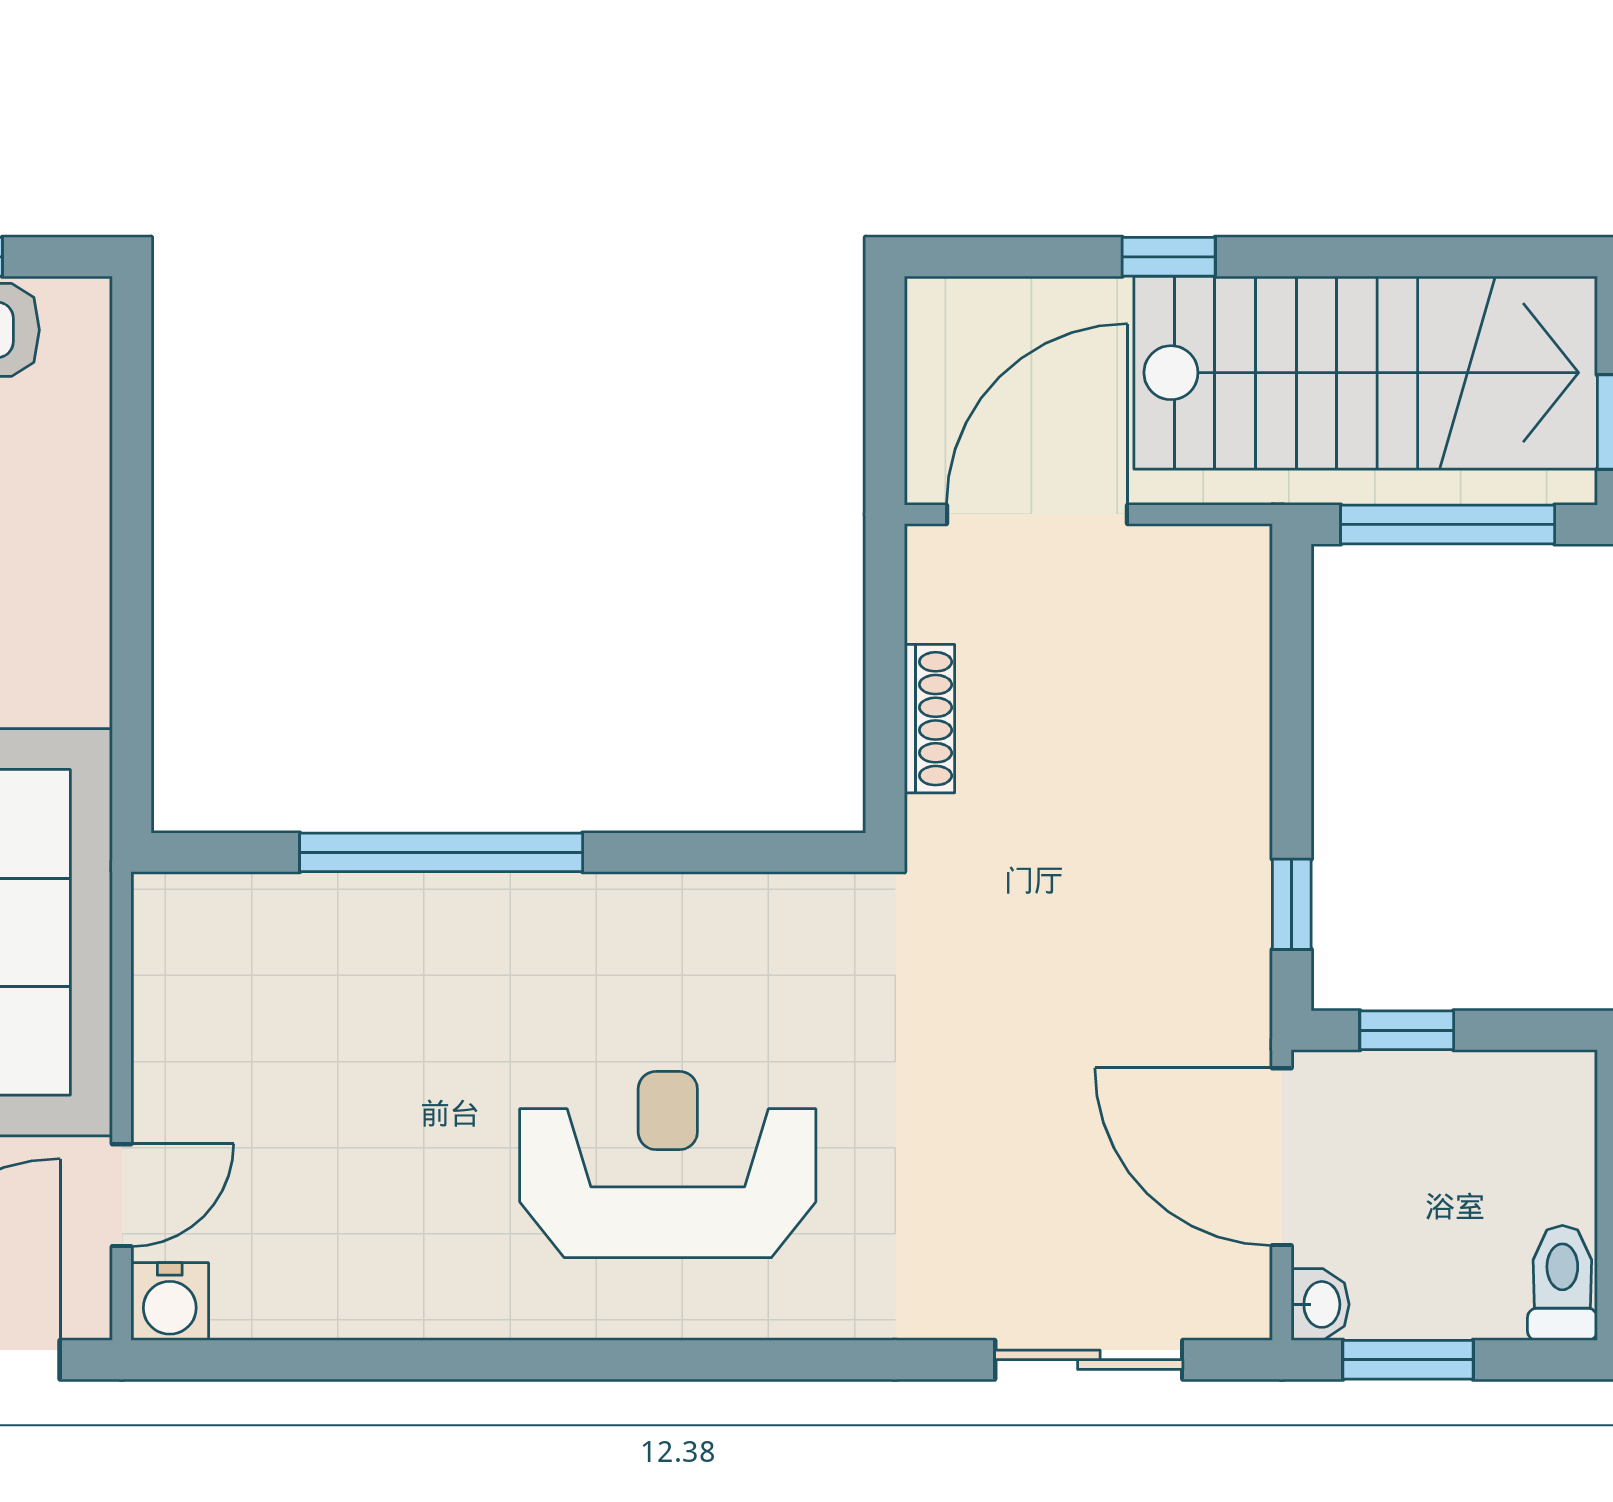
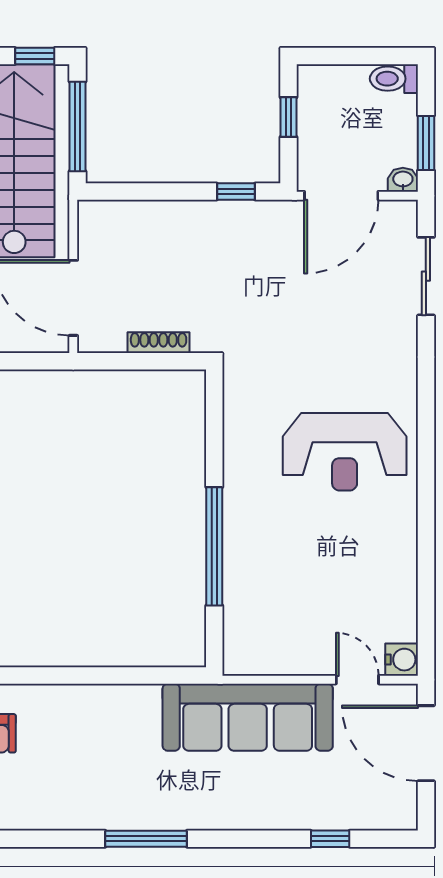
window: (1407, 1030) -> (289, 117), moved
reception desk: (668, 1165) -> (345, 452), turned -90

